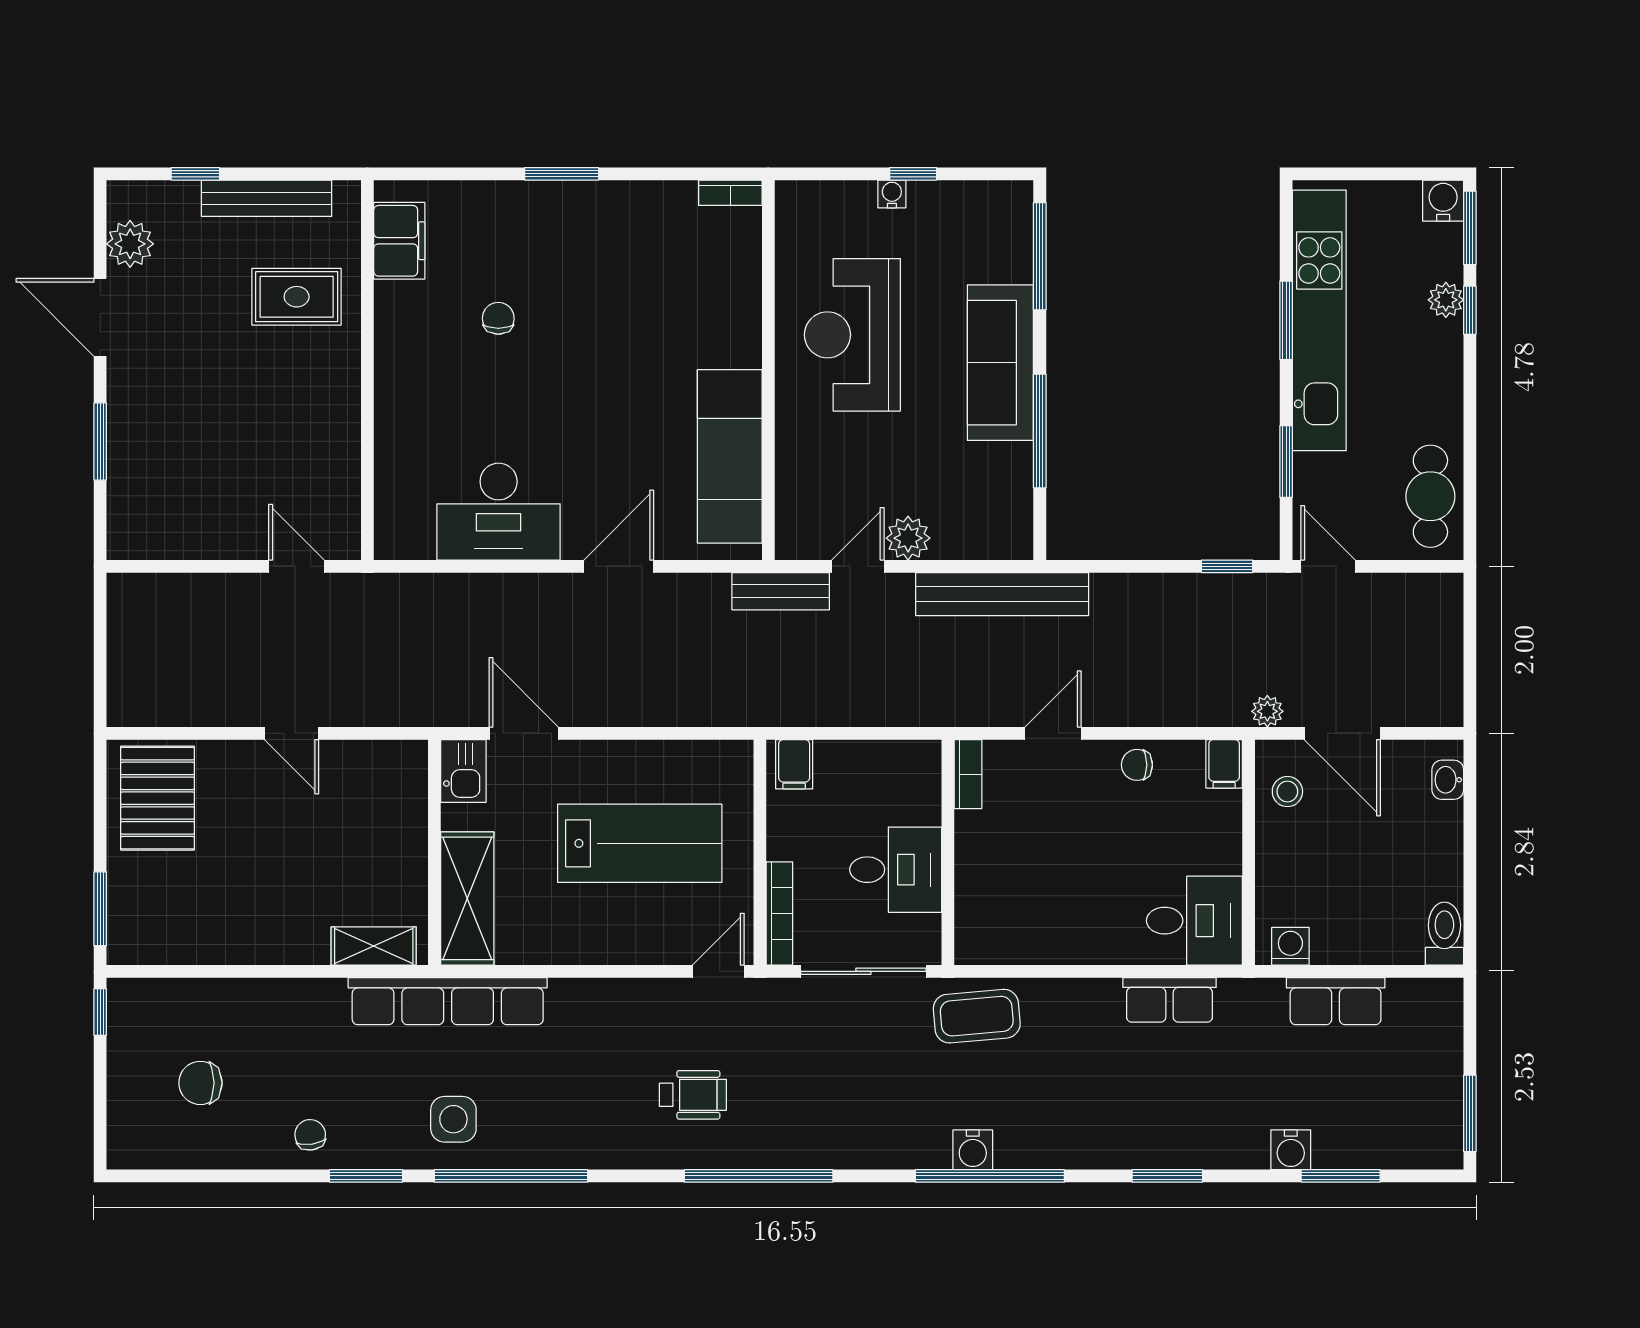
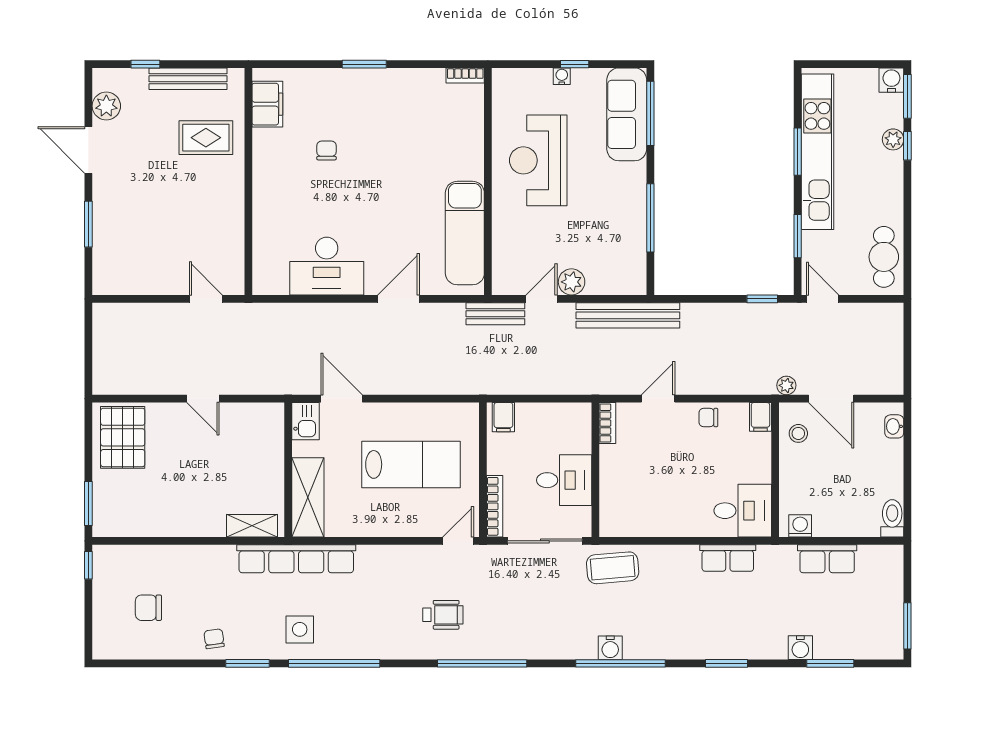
sofa: (1000, 363) -> (627, 114), moved

